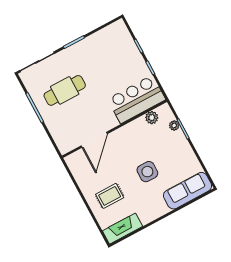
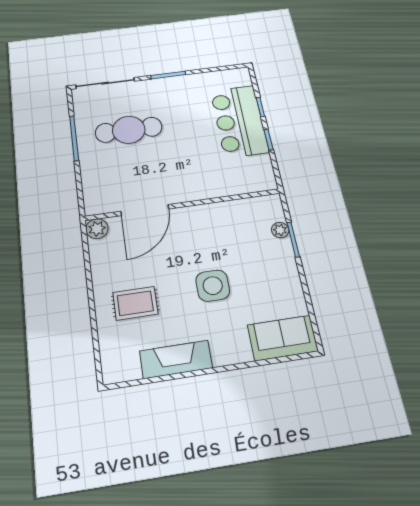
bar counter: (137, 99) -> (239, 121), moved, turned -90
plant: (152, 118) -> (97, 229), moved
sofa: (188, 191) -> (283, 338), width x0.73
fireplace: (122, 229) -> (176, 359), moved

